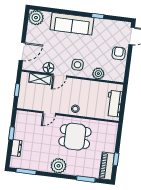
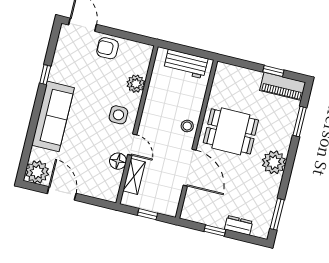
door: (22, 51) -> (62, 193), moved
door: (49, 113) -> (190, 168), width x1.87
dining table: (75, 137) -> (231, 131), turned 90

